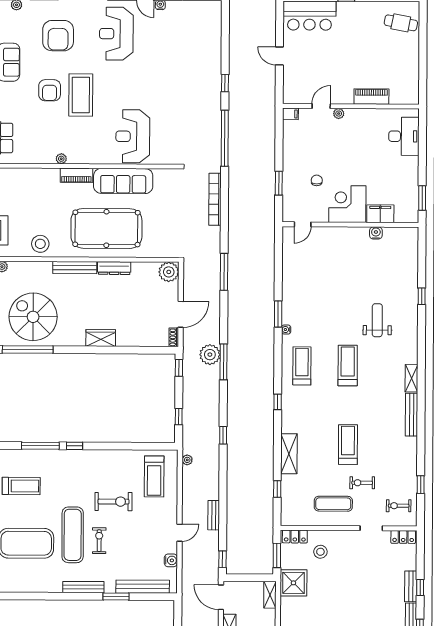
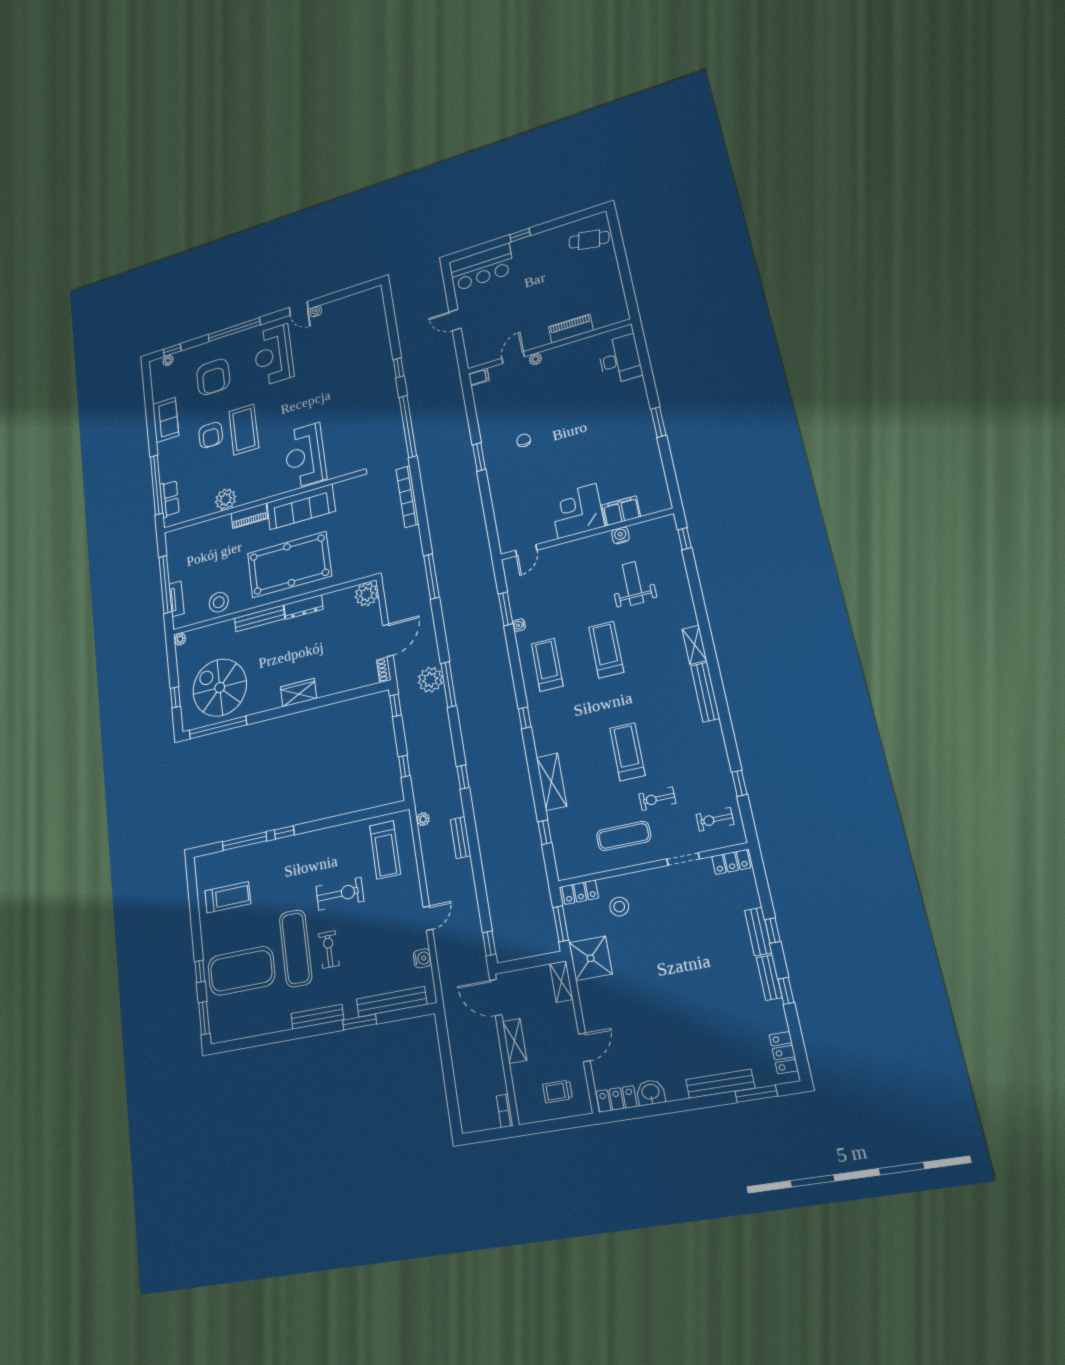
plant: (61, 159) -> (226, 499), width x1.87, depth x1.87
corner desk: (347, 204) -> (577, 511), moved
filing cabinet: (380, 214) -> (621, 511), moved
door: (303, 224) -> (526, 550), moved
wall: (350, 225) -> (586, 534), moved
water cooler: (376, 233) -> (620, 535), moved
bench: (214, 515) -> (461, 838), moved

